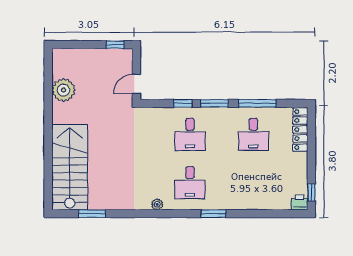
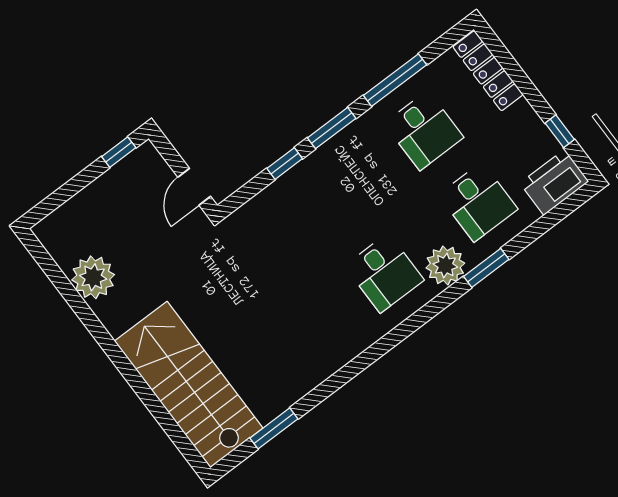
desk: (190, 134) -> (478, 202), moved
window: (311, 192) -> (560, 131), moved
printer: (300, 203) -> (554, 182), width x1.87, depth x1.48
plant: (157, 204) -> (445, 265), moved, width x1.88, depth x1.88
window: (214, 214) -> (486, 268), moved

